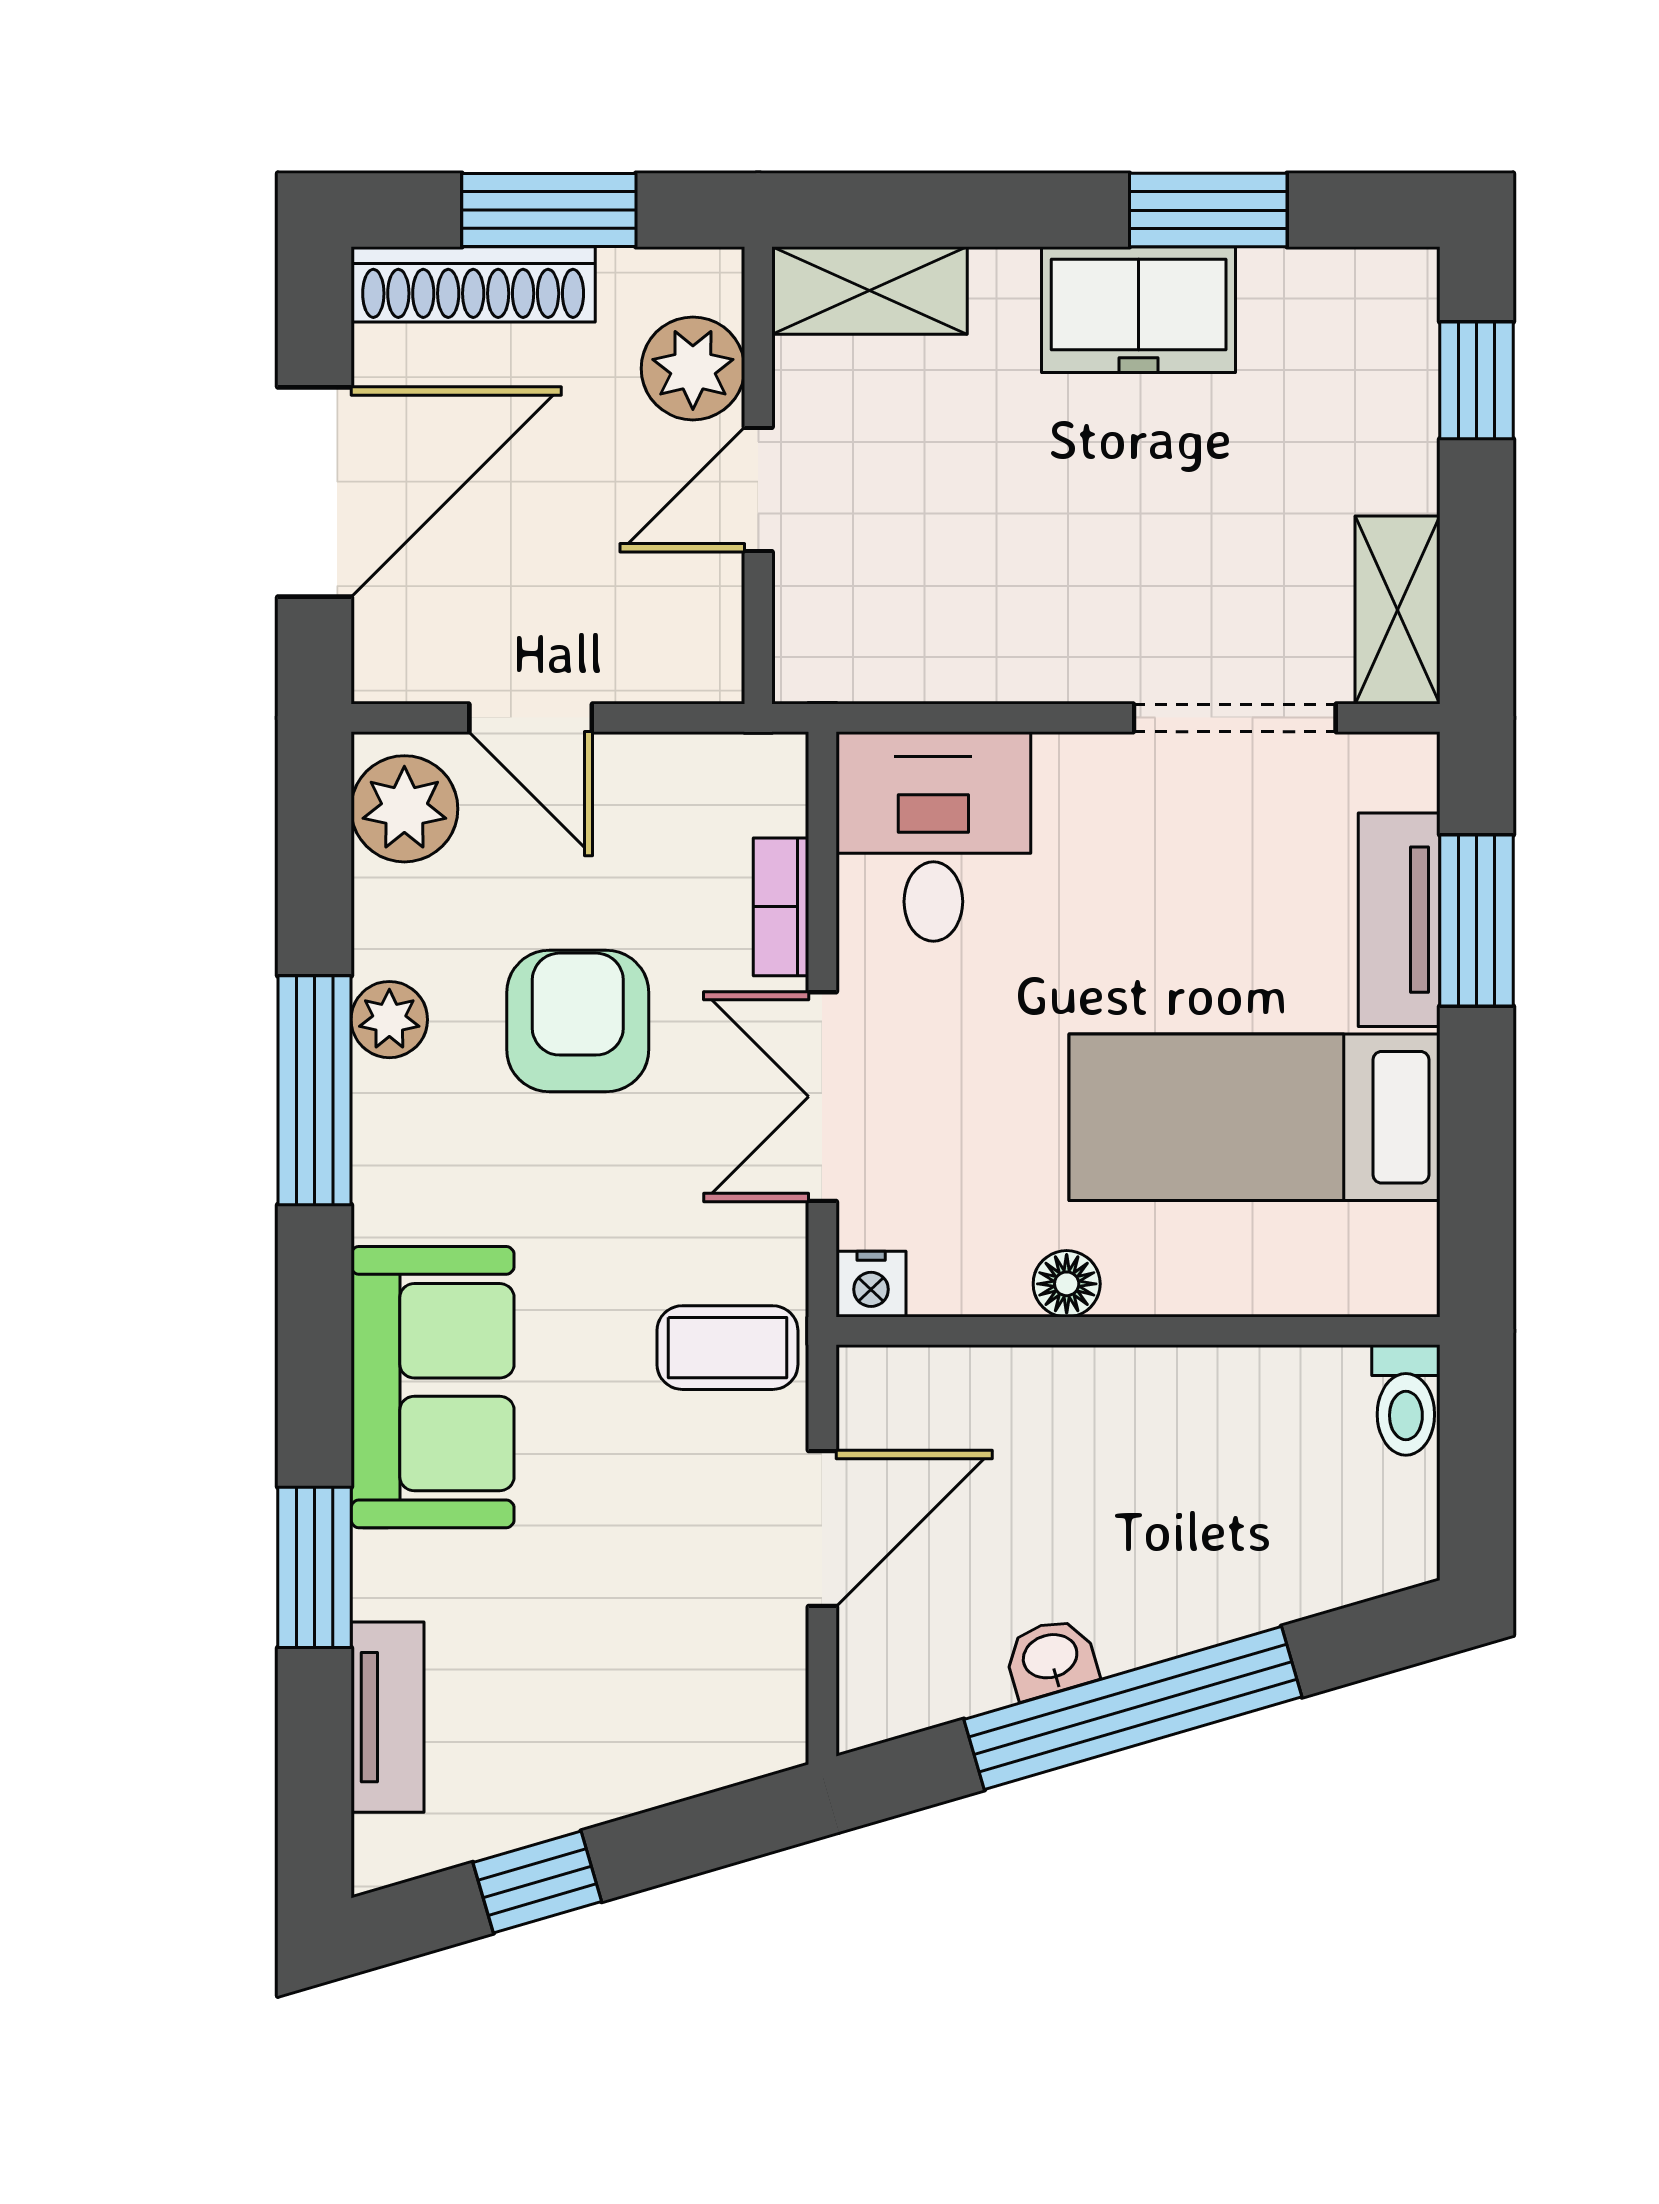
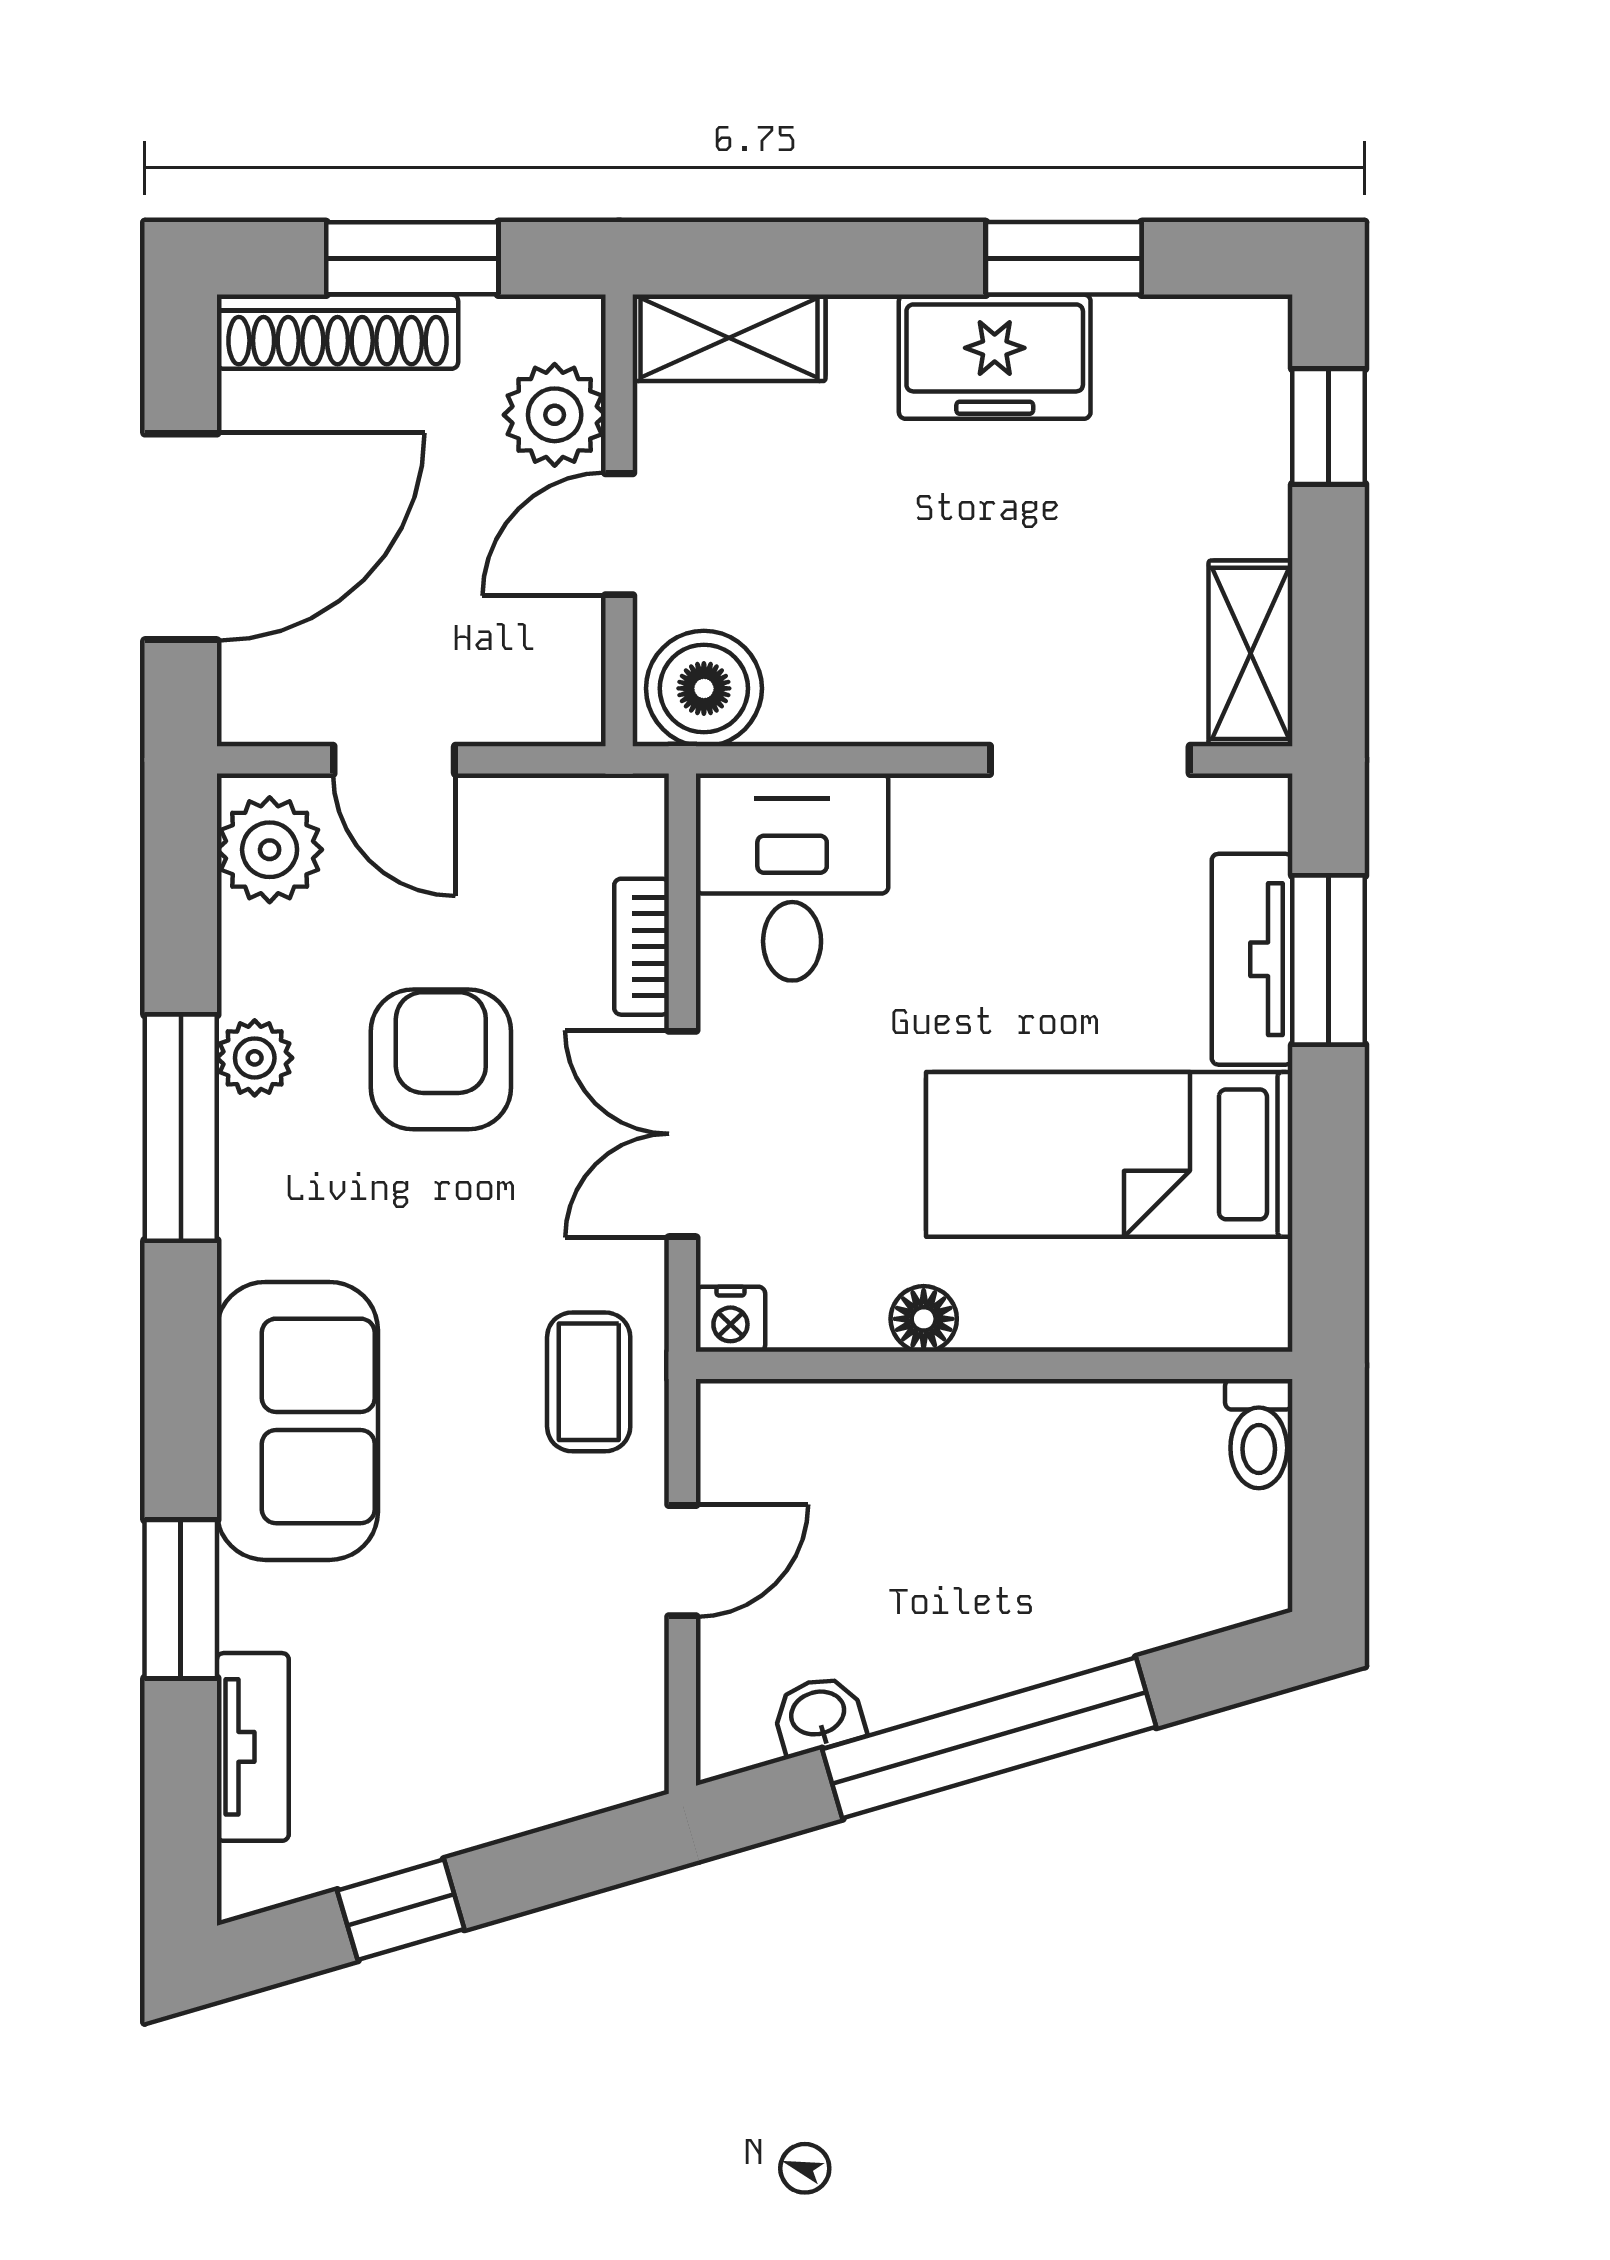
boiler: (844, 646) -> (704, 688), added
coffee table: (727, 1348) -> (589, 1382), turned 90
door: (822, 1528) -> (682, 1561), width x0.73
washbasin: (1051, 1658) -> (818, 1715), moved

